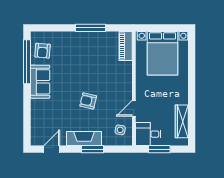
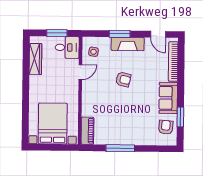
window: (27, 62) -> (180, 117), width x0.47
bookcase: (35, 121) -> (173, 62), added
door: (52, 149) -> (158, 34), hinge flipped

